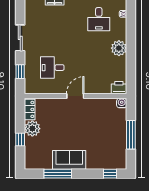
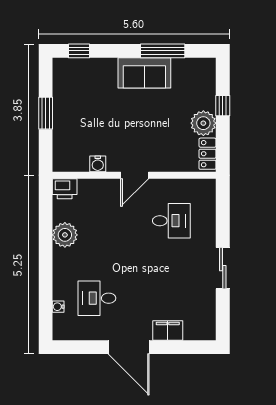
desk: (99, 19) -> (97, 298), turned -90
plant: (119, 48) -> (65, 235), moved
window: (20, 72) -> (223, 214), removed
water cooler: (122, 103) -> (98, 164), moved
window: (131, 135) -> (46, 113), width x0.69

